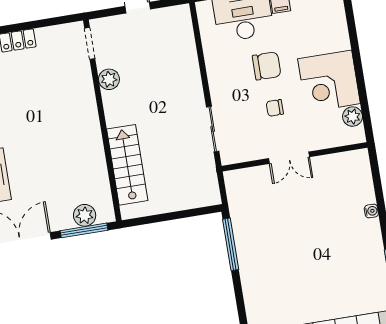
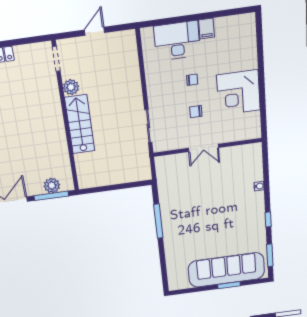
chair: (267, 66) -> (192, 80), width x0.54, depth x0.54
plant: (353, 117) -> (253, 119), removed
stairs: (127, 165) -> (80, 124), moved
window: (231, 244) -> (158, 221), moved

